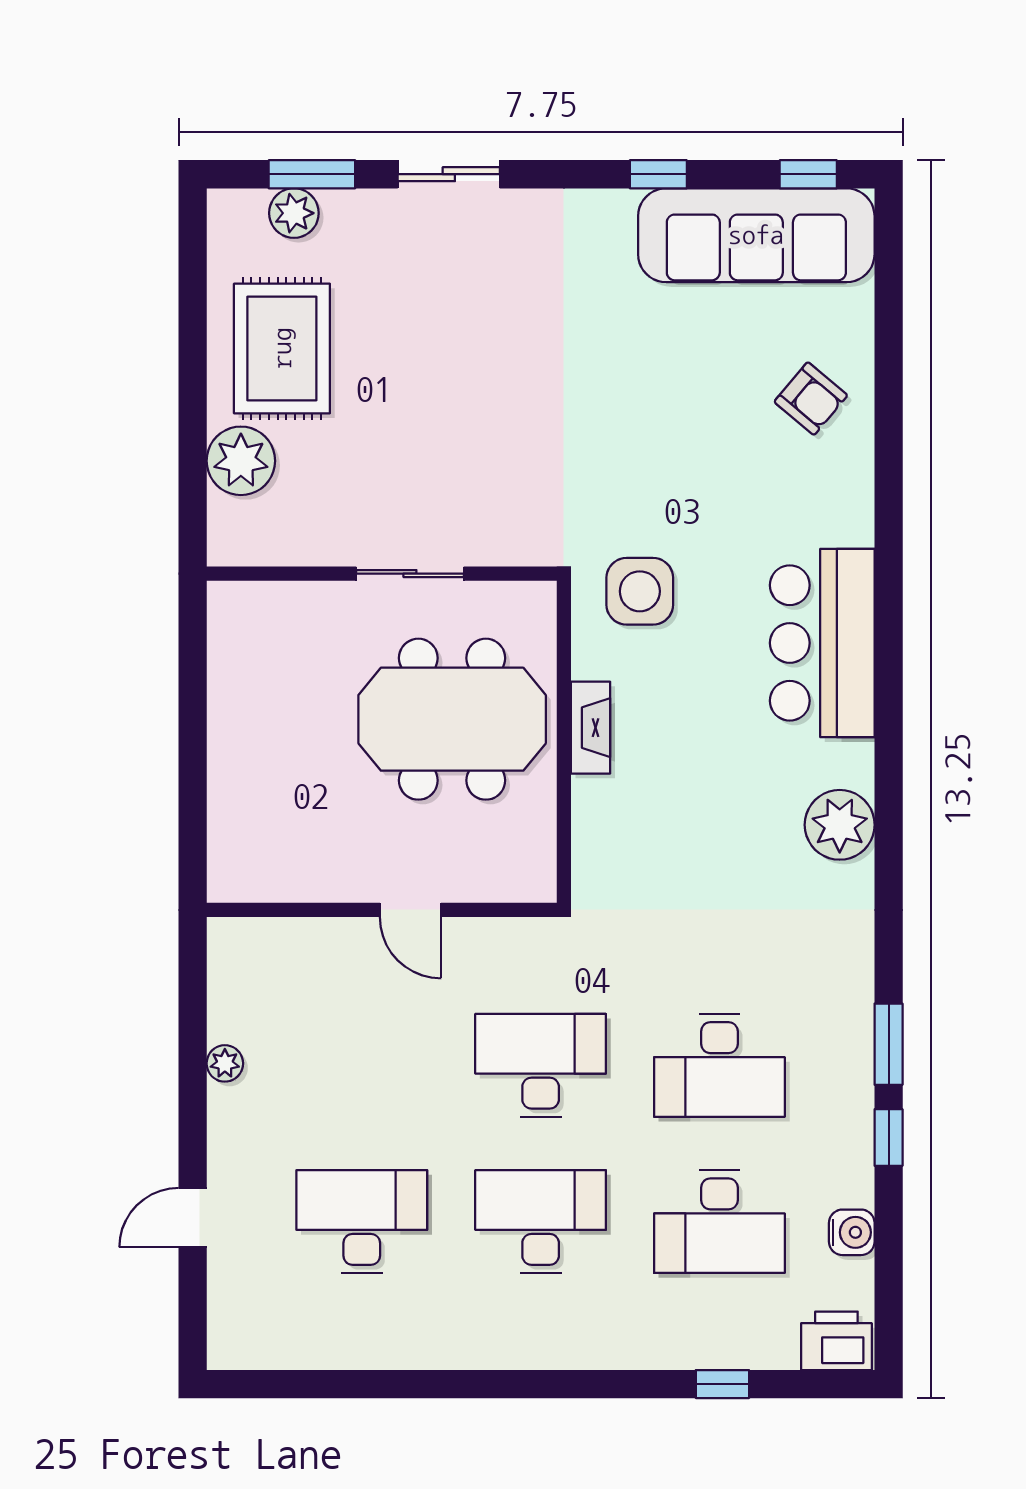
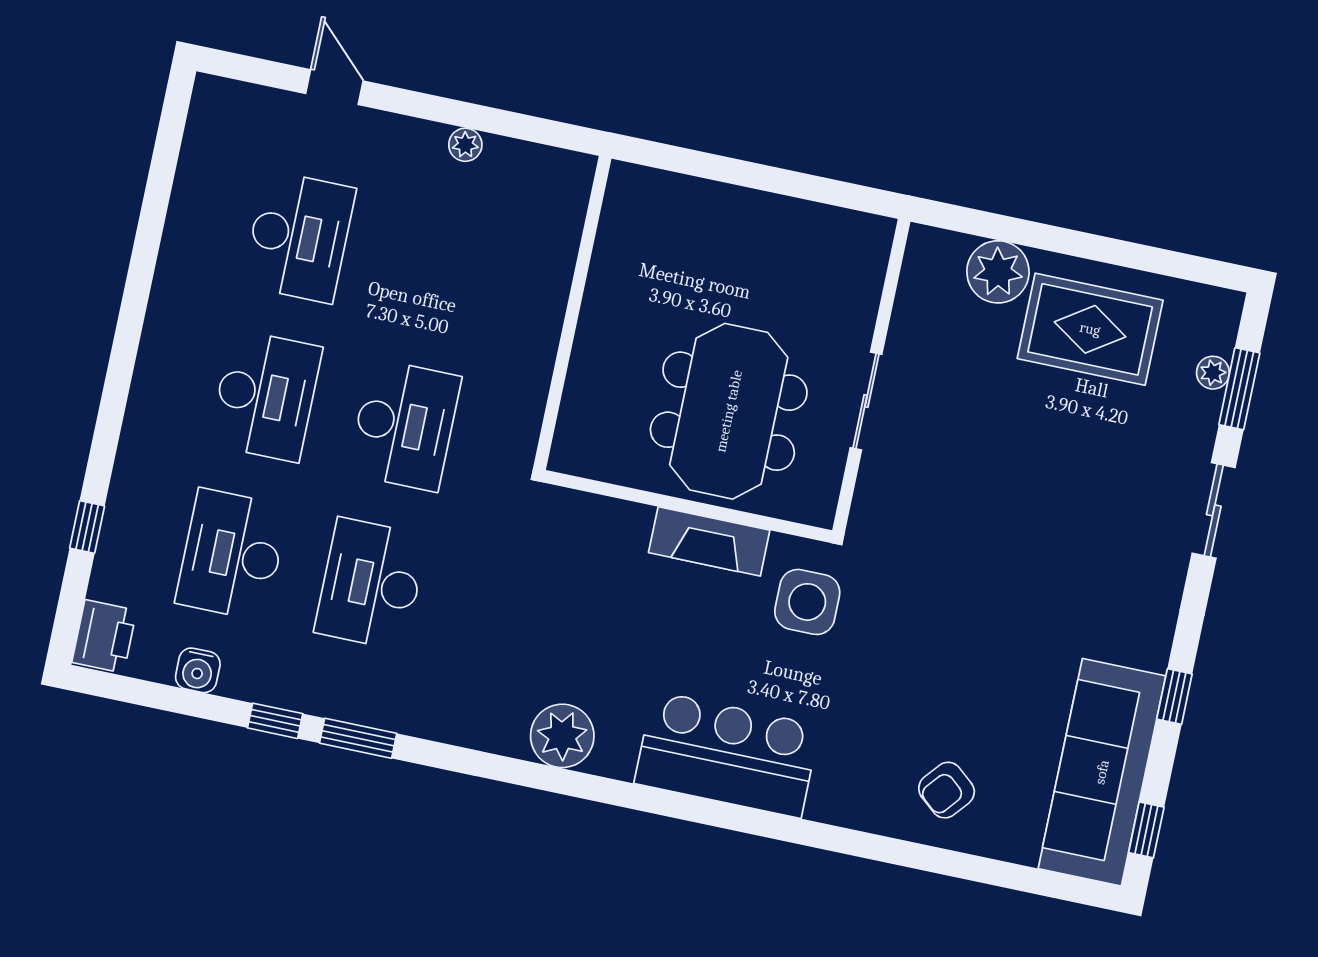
plant: (294, 213) -> (1213, 373), width x0.73, depth x0.73
fireplace: (591, 728) -> (709, 541), width x1.37, depth x1.32
door: (410, 910) -> (567, 338), removed

